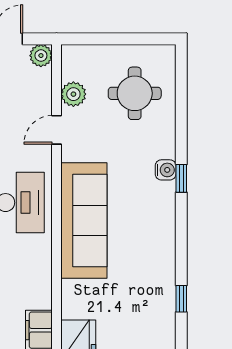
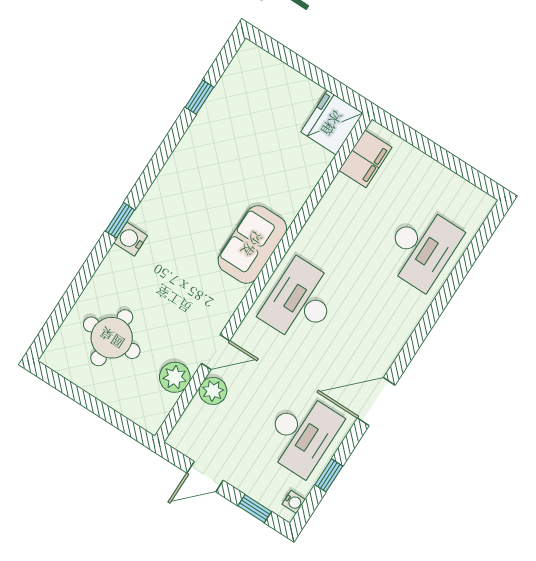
plant: (41, 56) -> (213, 391), moved
sofa: (84, 221) -> (252, 244), width x0.54, depth x0.79

